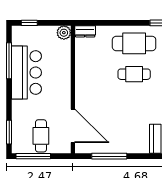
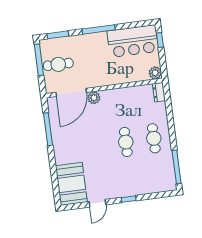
cafe table: (134, 43) -> (154, 138), width x0.73, depth x0.74
window: (9, 61) -> (99, 29), moved
bar counter: (27, 73) -> (133, 41), moved
plant: (82, 102) -> (94, 98), added

